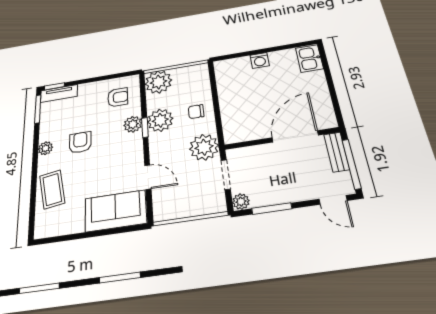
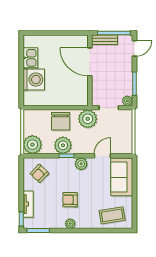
kitchen sink: (309, 58) -> (30, 58), moved, turned -90
washing machine: (260, 60) -> (34, 80), width x1.89, depth x1.89
tv unit: (59, 94) -> (28, 204), moved
armchair: (118, 97) -> (39, 173), turned -136
chair: (196, 112) -> (61, 121), width x1.87, depth x1.87
plant: (133, 124) -> (81, 164), moved
coffee table: (52, 189) -> (112, 215), moved

